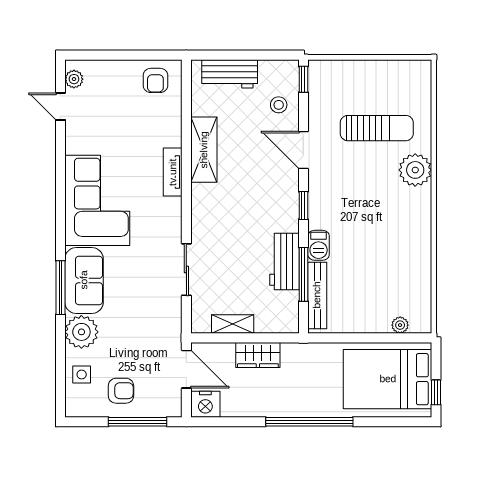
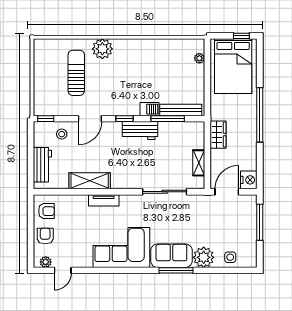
workbench: (284, 262) -> (140, 130), moved
sliding door: (186, 270) -> (165, 192), width x1.37
wardrobe: (258, 355) -> (218, 135), moved
armchair: (121, 391) -> (45, 236), moved

